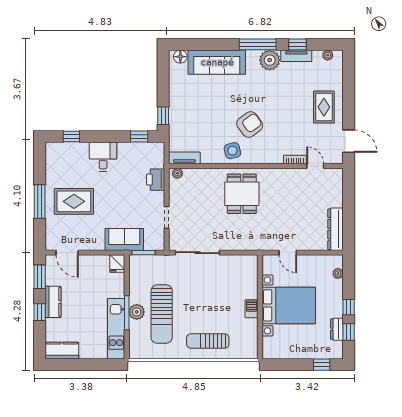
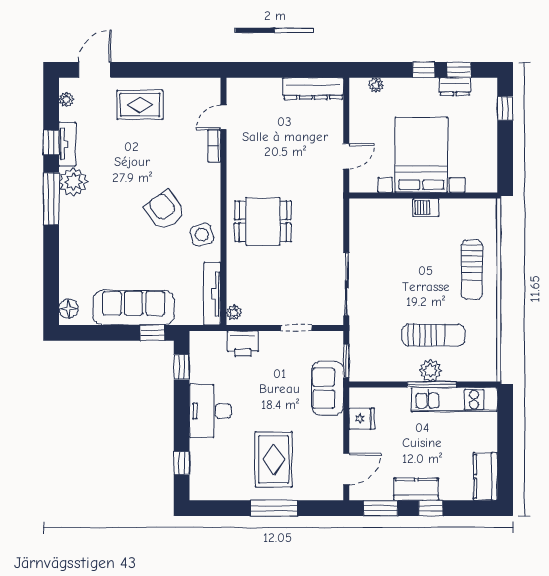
sofa: (217, 62) -> (134, 308), moved, turned -90
door: (349, 141) -> (95, 70), moved
desk: (103, 157) -> (210, 411), width x1.37
tv unit: (184, 158) -> (212, 294), width x1.41
fridge: (117, 264) -> (362, 419), moved
sun lounger: (162, 314) -> (433, 335), width x0.73, depth x0.75

